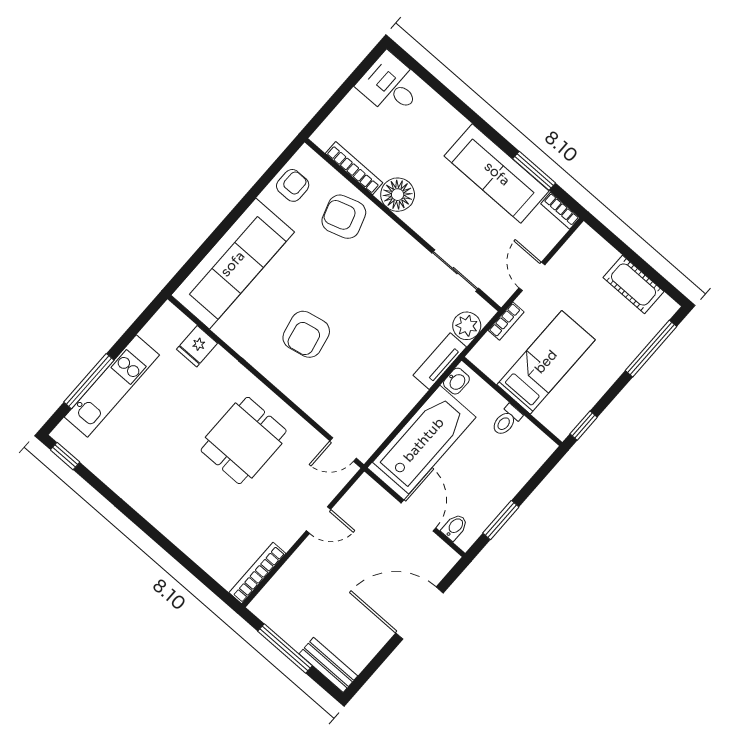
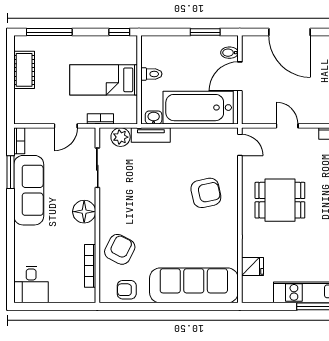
floor lamp: (398, 195) -> (84, 212), moved
armchair: (344, 217) -> (120, 249), turned -135
armchair: (306, 334) -> (206, 193), moved

